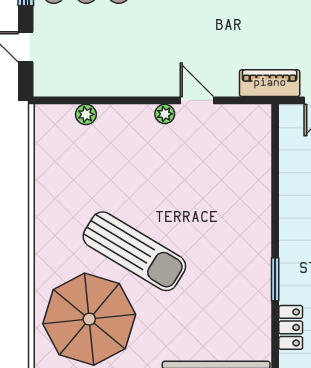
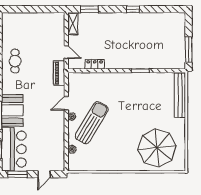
sun lounger: (134, 251) -> (92, 123), moved
locker: (291, 327) -> (95, 64), moved

